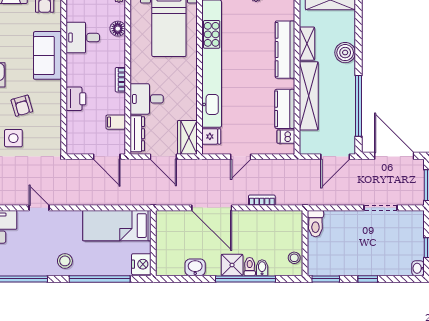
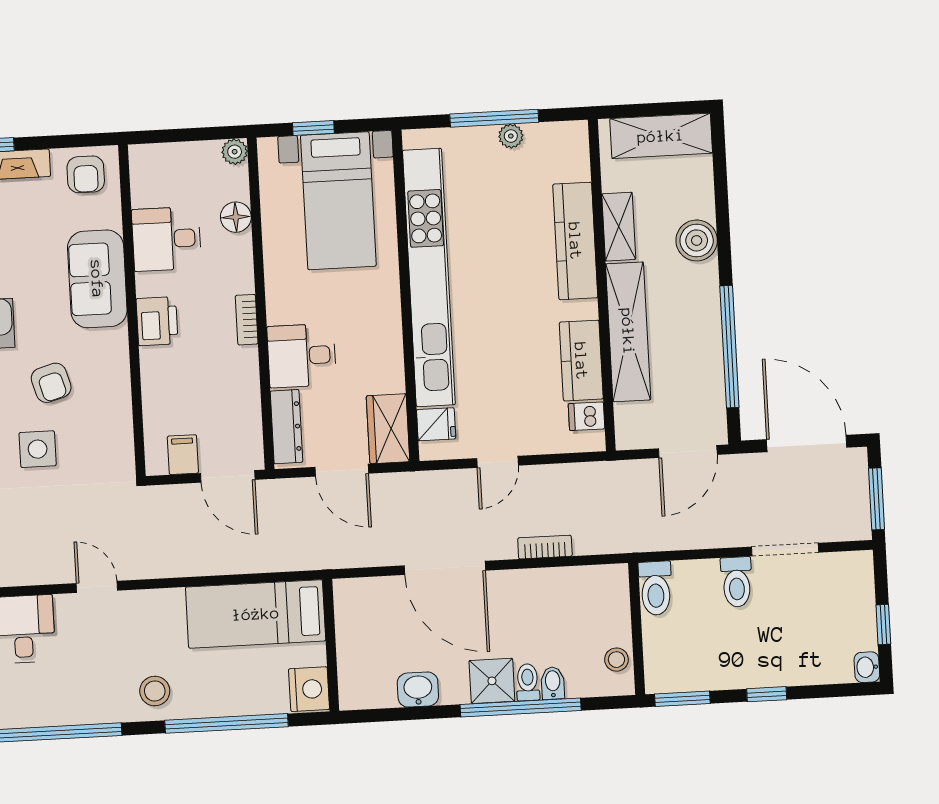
printer: (76, 99) -> (157, 321), moved
filing cabinet: (116, 122) -> (183, 455), moved, turned 90
toilet: (356, 223) -> (737, 582), added

